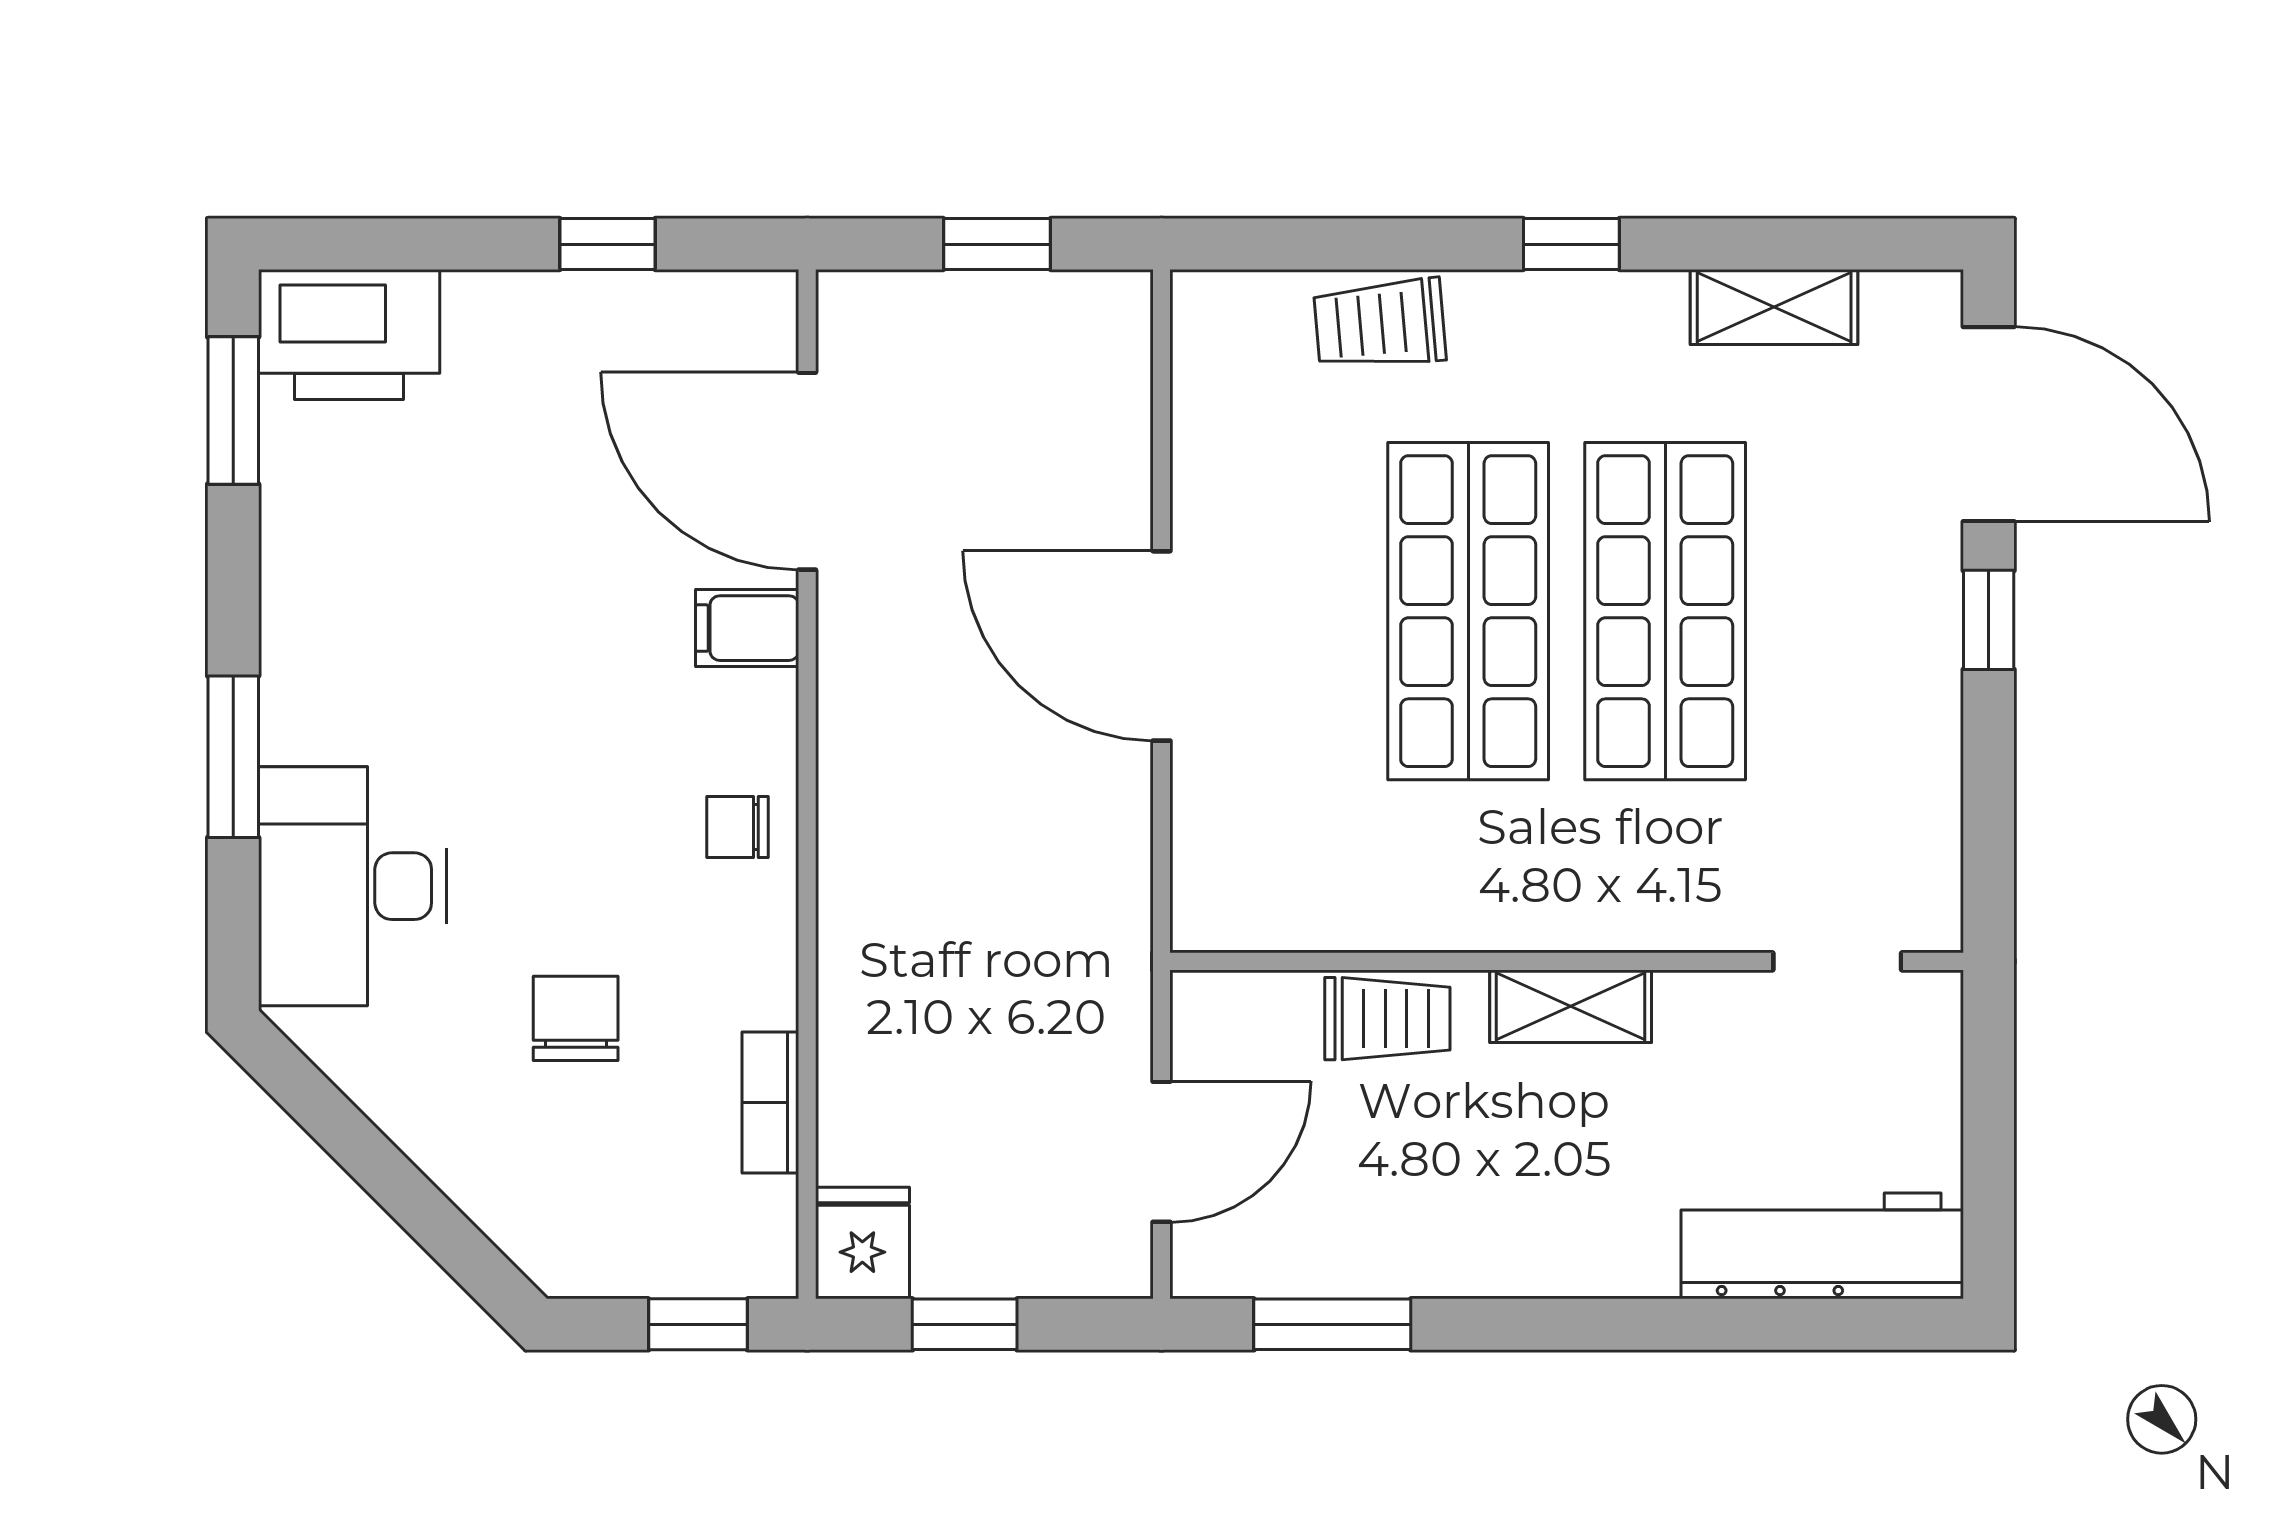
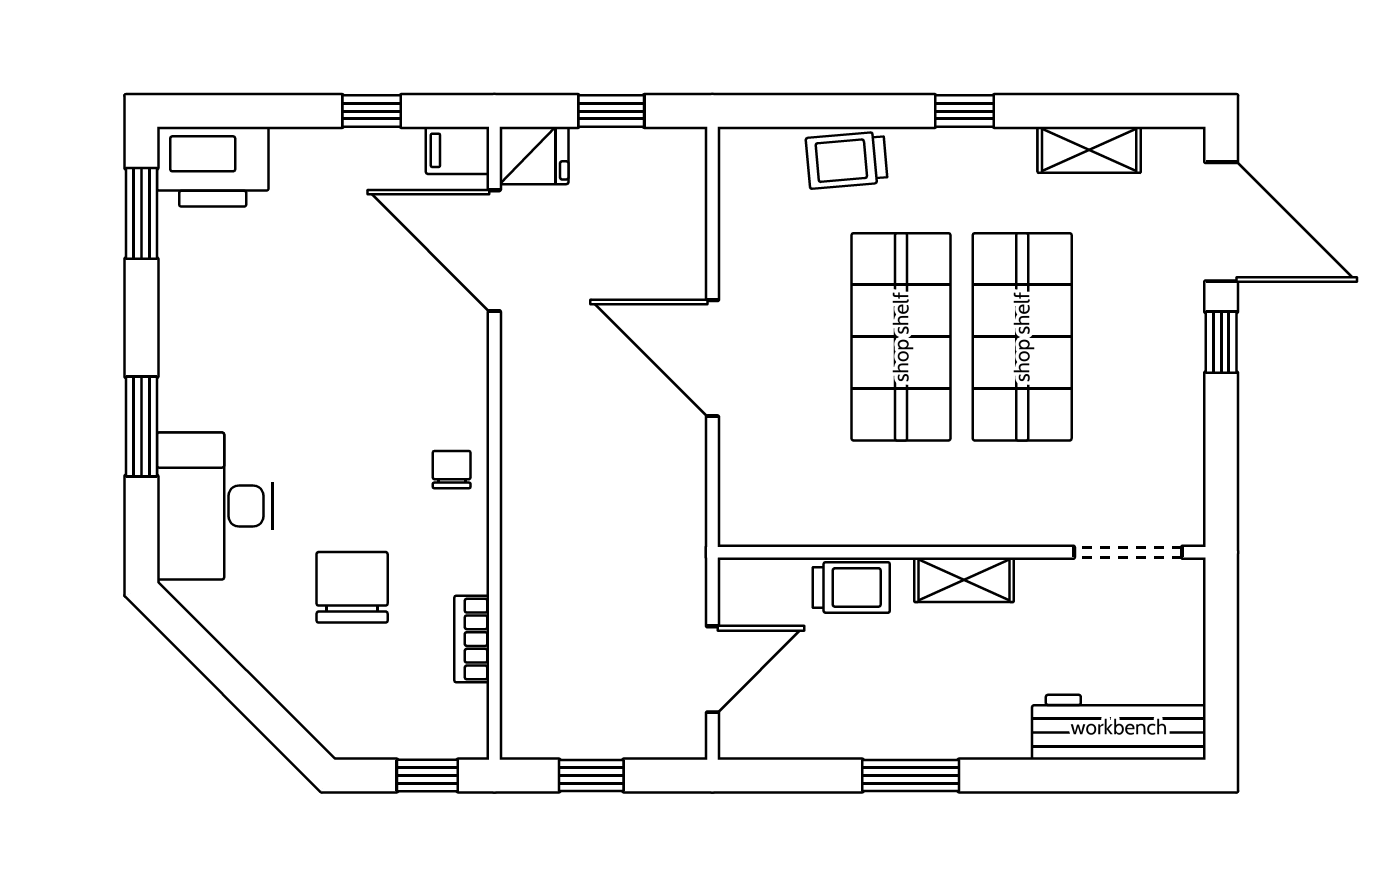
filing cabinet: (747, 628) -> (458, 150), moved
chair: (738, 827) -> (452, 470), turned 90
doorway: (1837, 961) -> (1128, 552), width x1.38
chair: (576, 1018) -> (352, 587), width x1.37, depth x1.37
fridge: (862, 1243) -> (534, 155), moved, turned 90
window: (1332, 1324) -> (911, 775), moved

